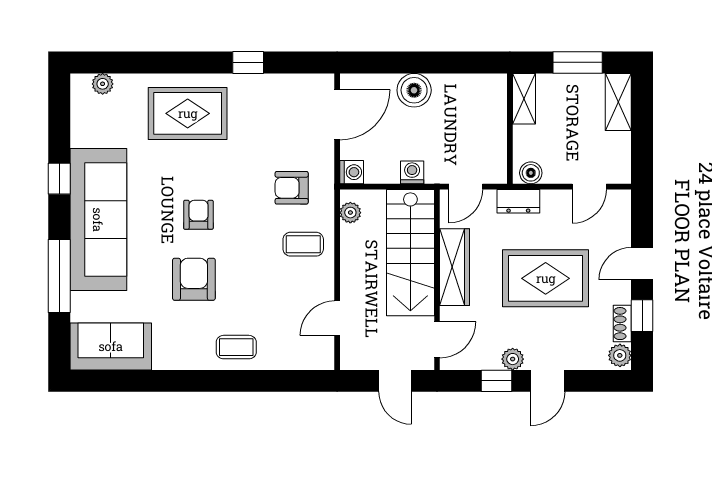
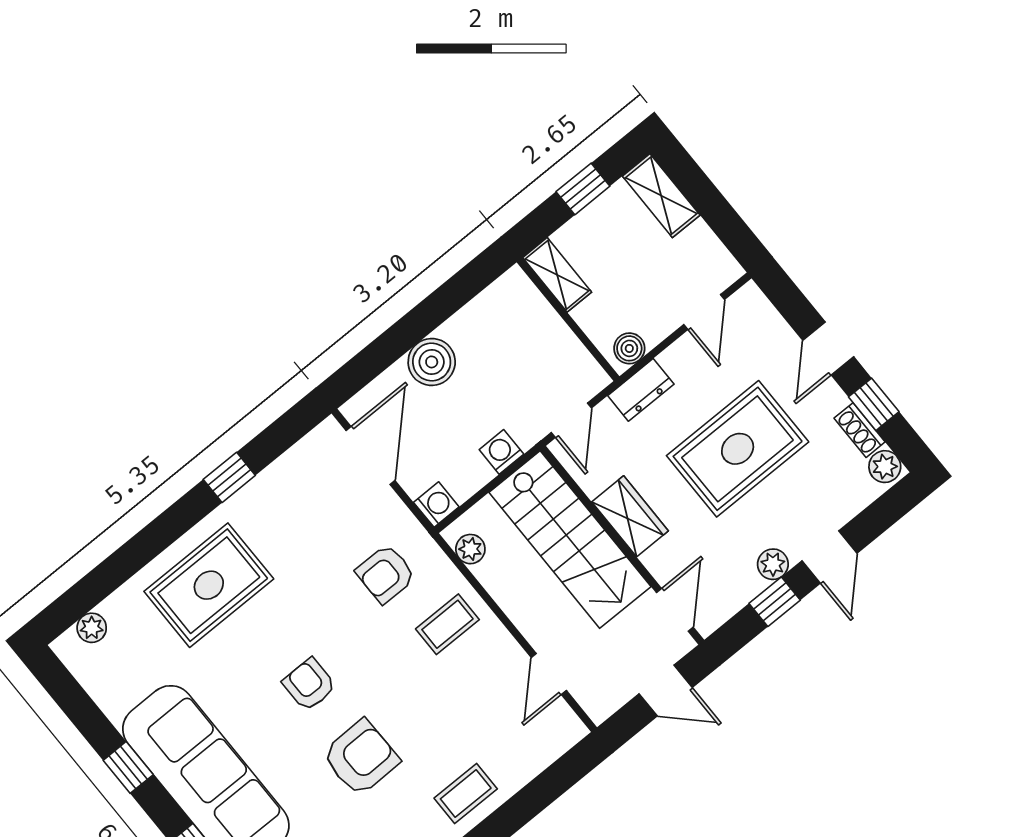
window: (578, 62) -> (583, 189), width x0.67
wardrobe: (455, 267) -> (630, 516), width x0.67
armchair: (194, 279) -> (361, 758), turned 89

